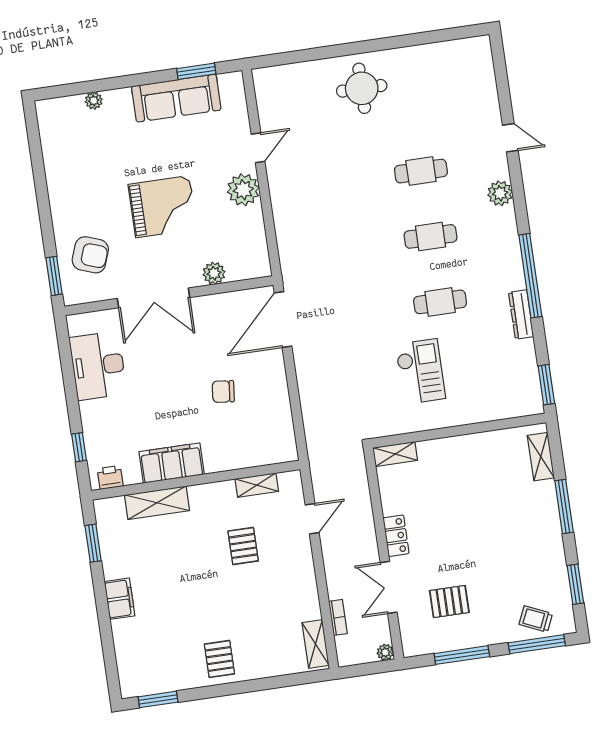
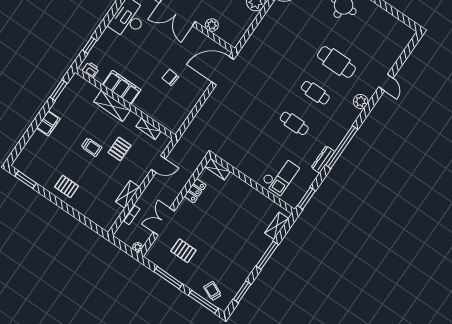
cafe table: (421, 171) -> (336, 62), width x1.37, depth x1.35
checkout: (420, 371) -> (280, 175), moved
shelving: (157, 503) -> (112, 106), moved
locker: (396, 536) -> (195, 191), moved
trolley: (204, 577) -> (92, 147), added
shelving: (315, 644) -> (127, 194), moved
pallet: (219, 659) -> (67, 186), turned 90

